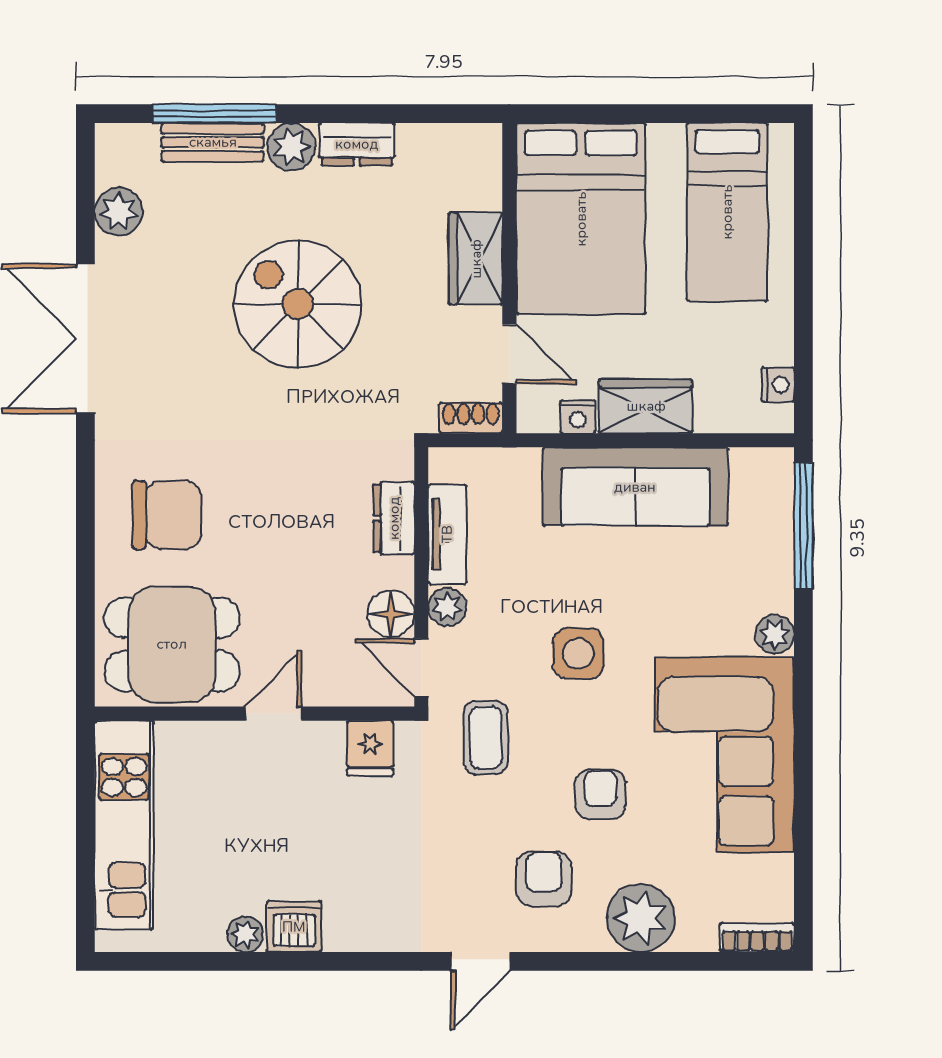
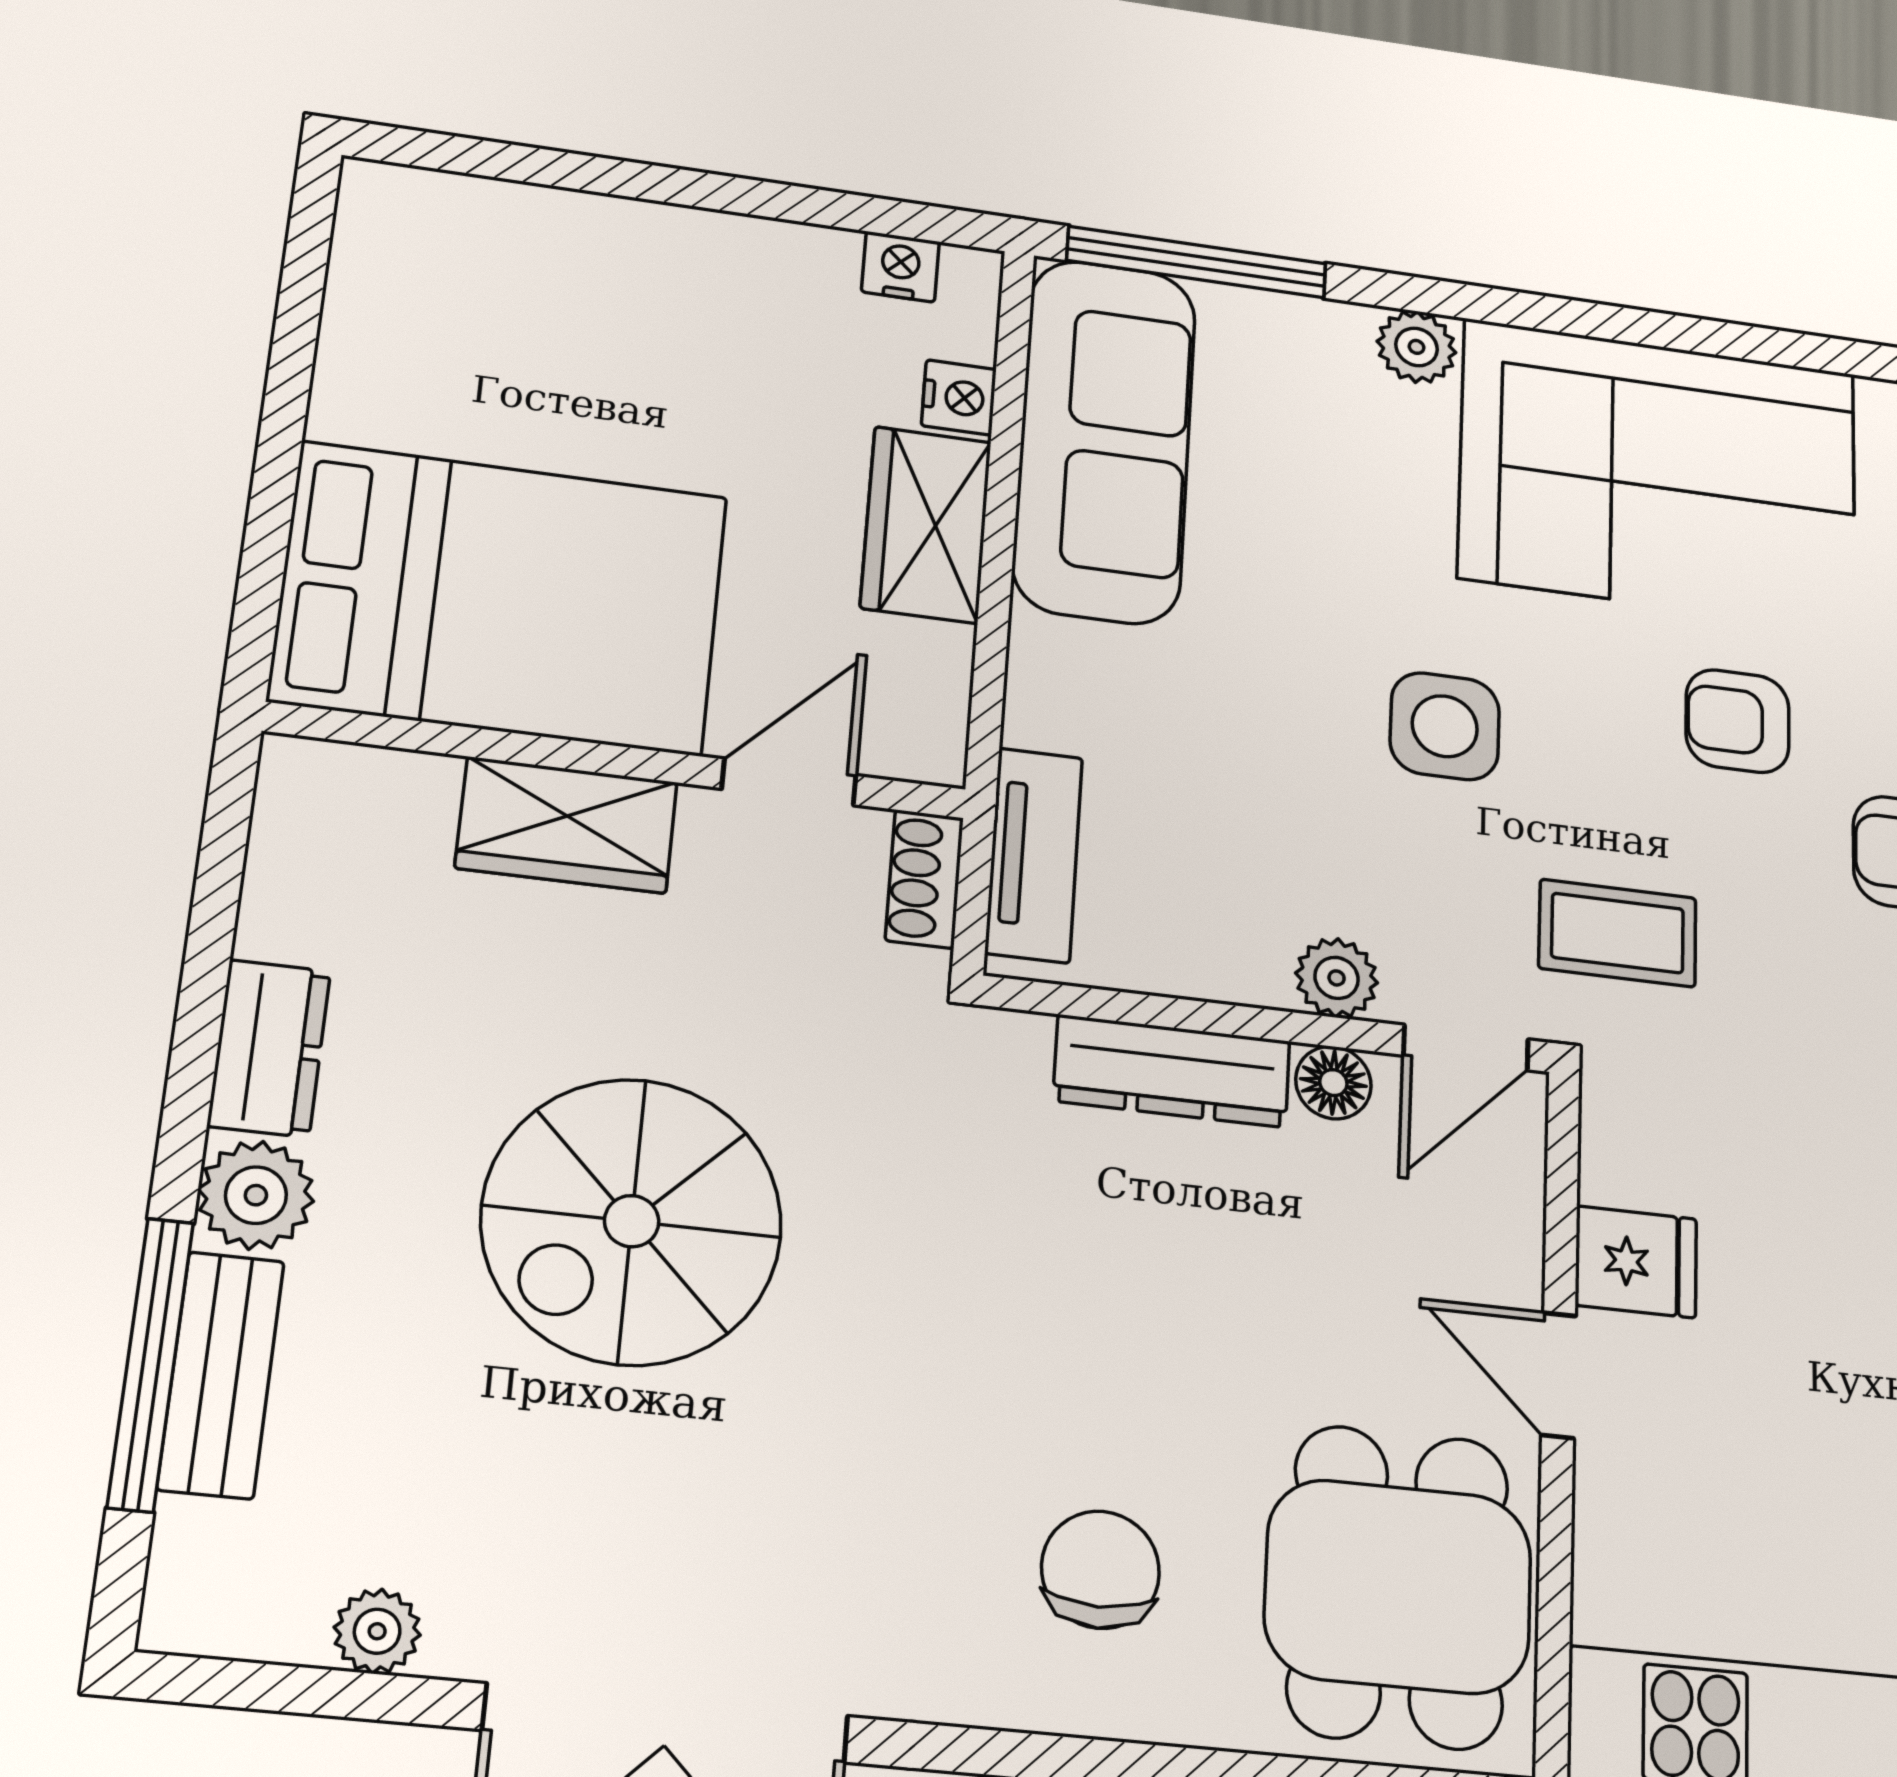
plant: (119, 211) -> (377, 1631), width x0.73, depth x0.73
bed: (727, 212) -> (520, 309), removed
nightstand: (578, 417) -> (959, 398), moved
sofa: (635, 487) -> (1105, 440), moved
chair: (167, 515) -> (1100, 1570), width x0.73, depth x0.73
dresser: (394, 518) -> (1172, 1071), width x1.44
tv unit: (447, 534) -> (1034, 855), moved, turned 90
floor lamp: (391, 614) -> (1333, 1083), width x0.73, depth x0.73
fridge: (370, 748) -> (1636, 1262), moved

